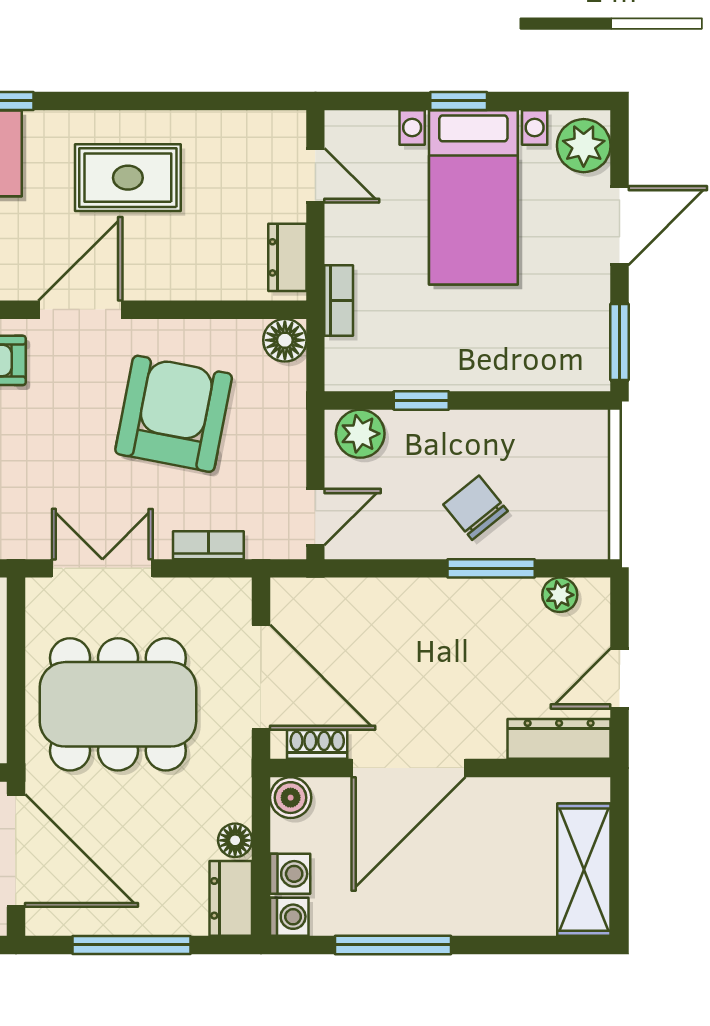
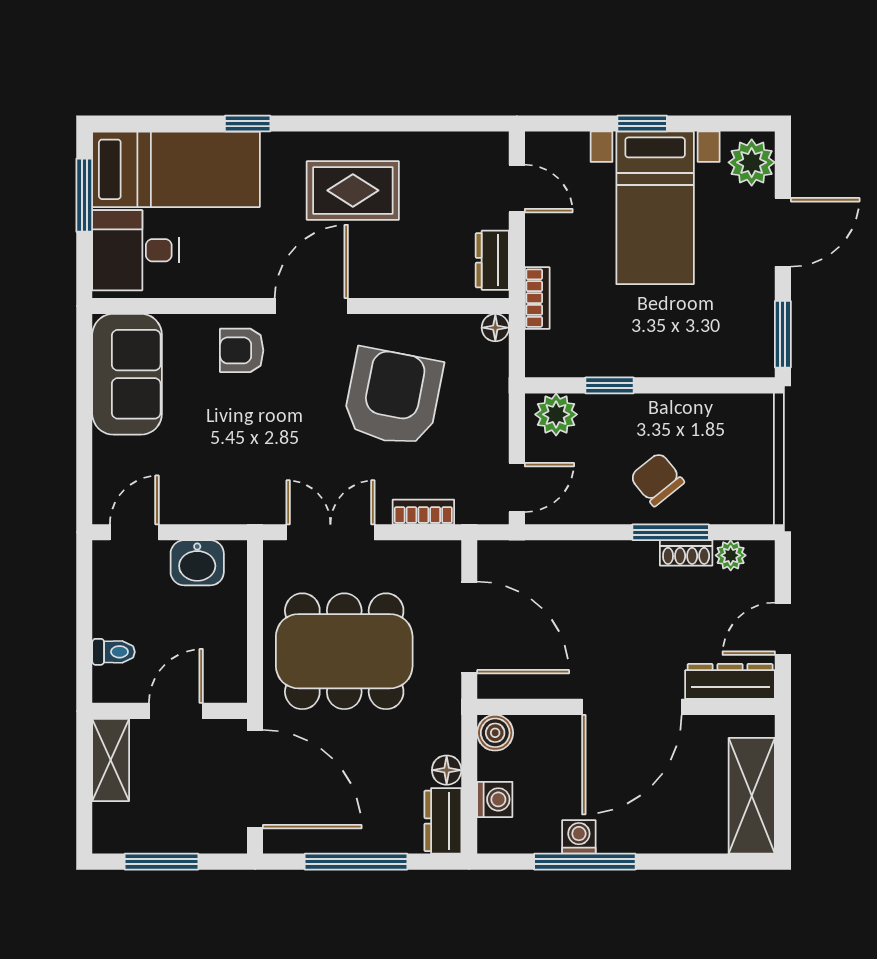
floor lamp: (285, 340) -> (495, 328), width x0.73, depth x0.73
shoe rack: (317, 744) -> (686, 553), moved, turned 180
door: (408, 768) -> (632, 707), moved
washing machine: (289, 917) -> (579, 837), moved, turned -90

